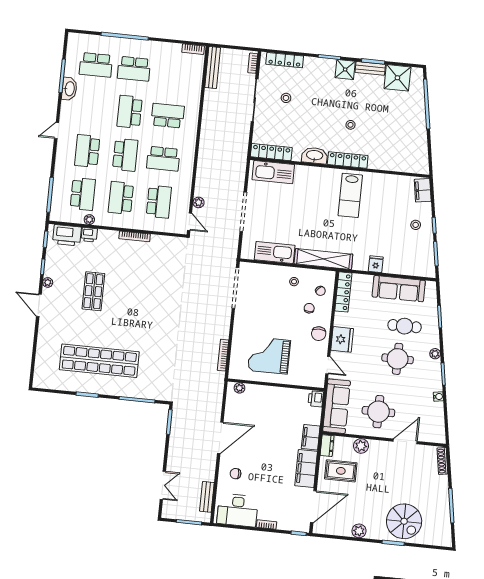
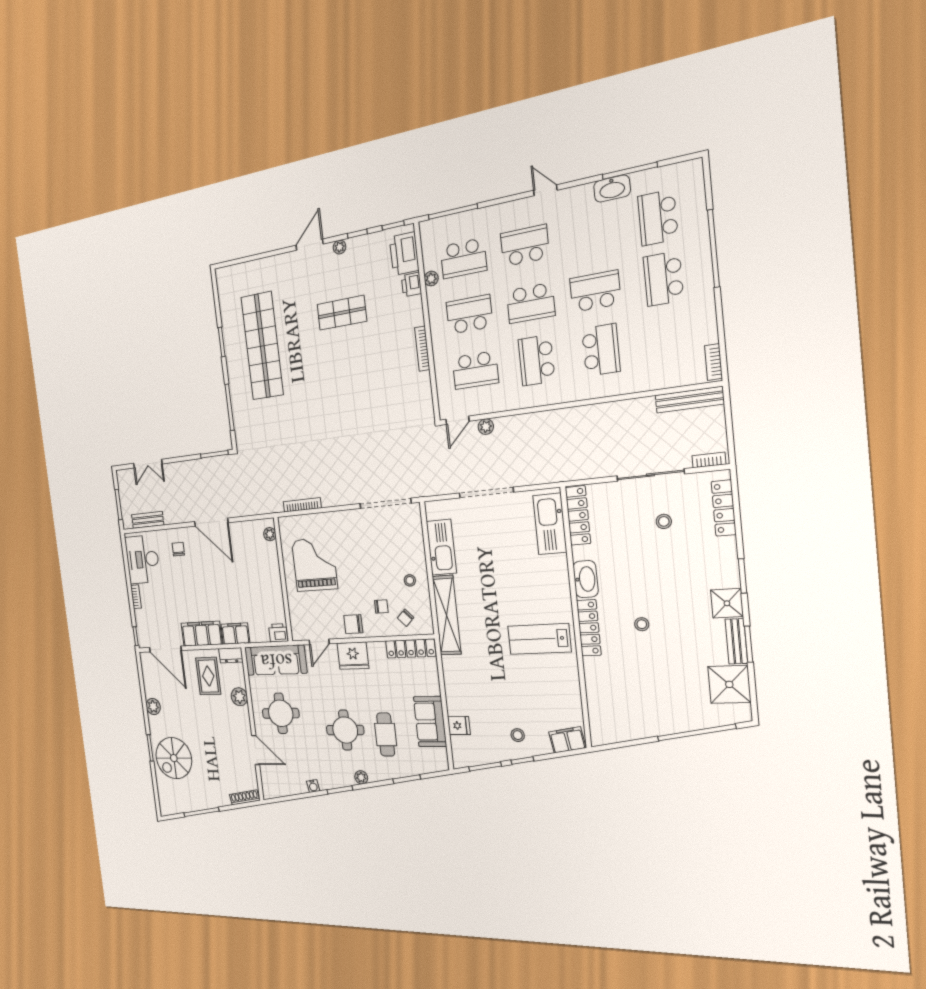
fridge: (376, 264) -> (459, 726), moved
sofa: (399, 289) -> (430, 722), width x0.73

